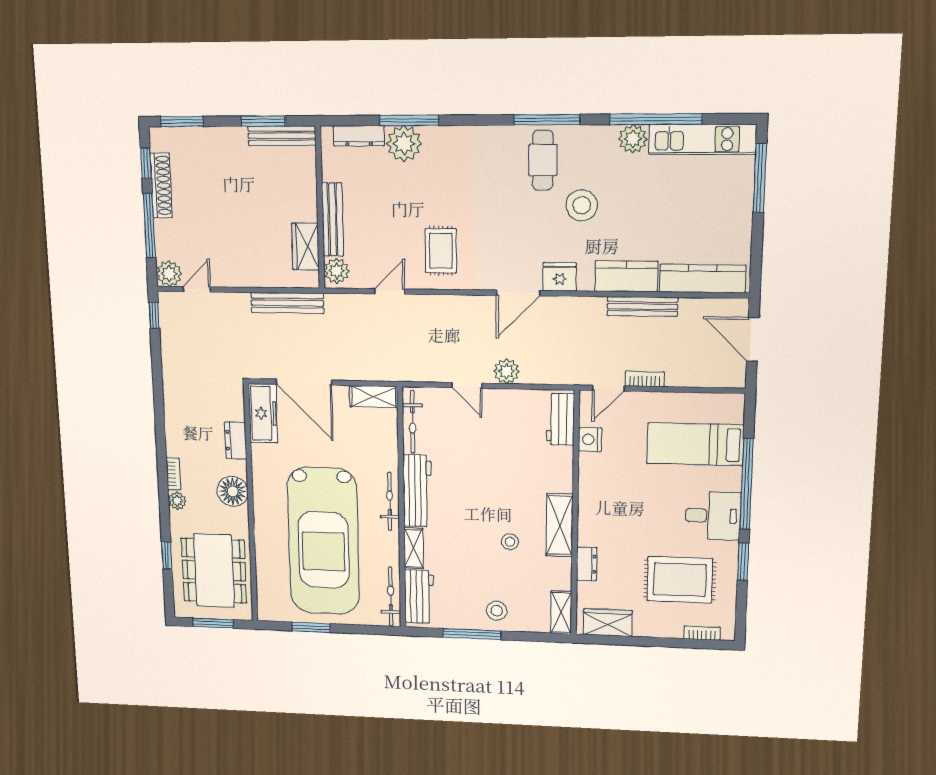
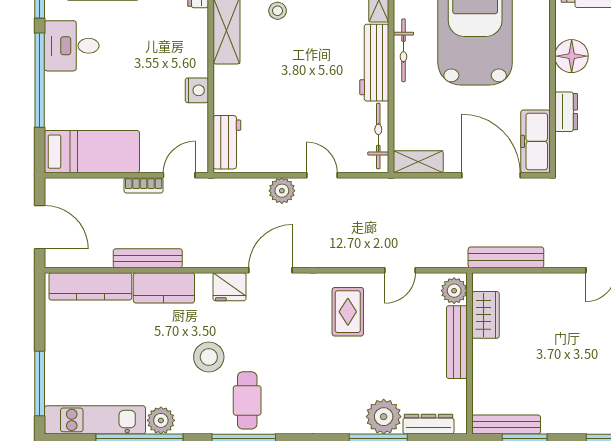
nightstand: (590, 439) -> (197, 90), moved
bed: (695, 444) -> (92, 152), moved

